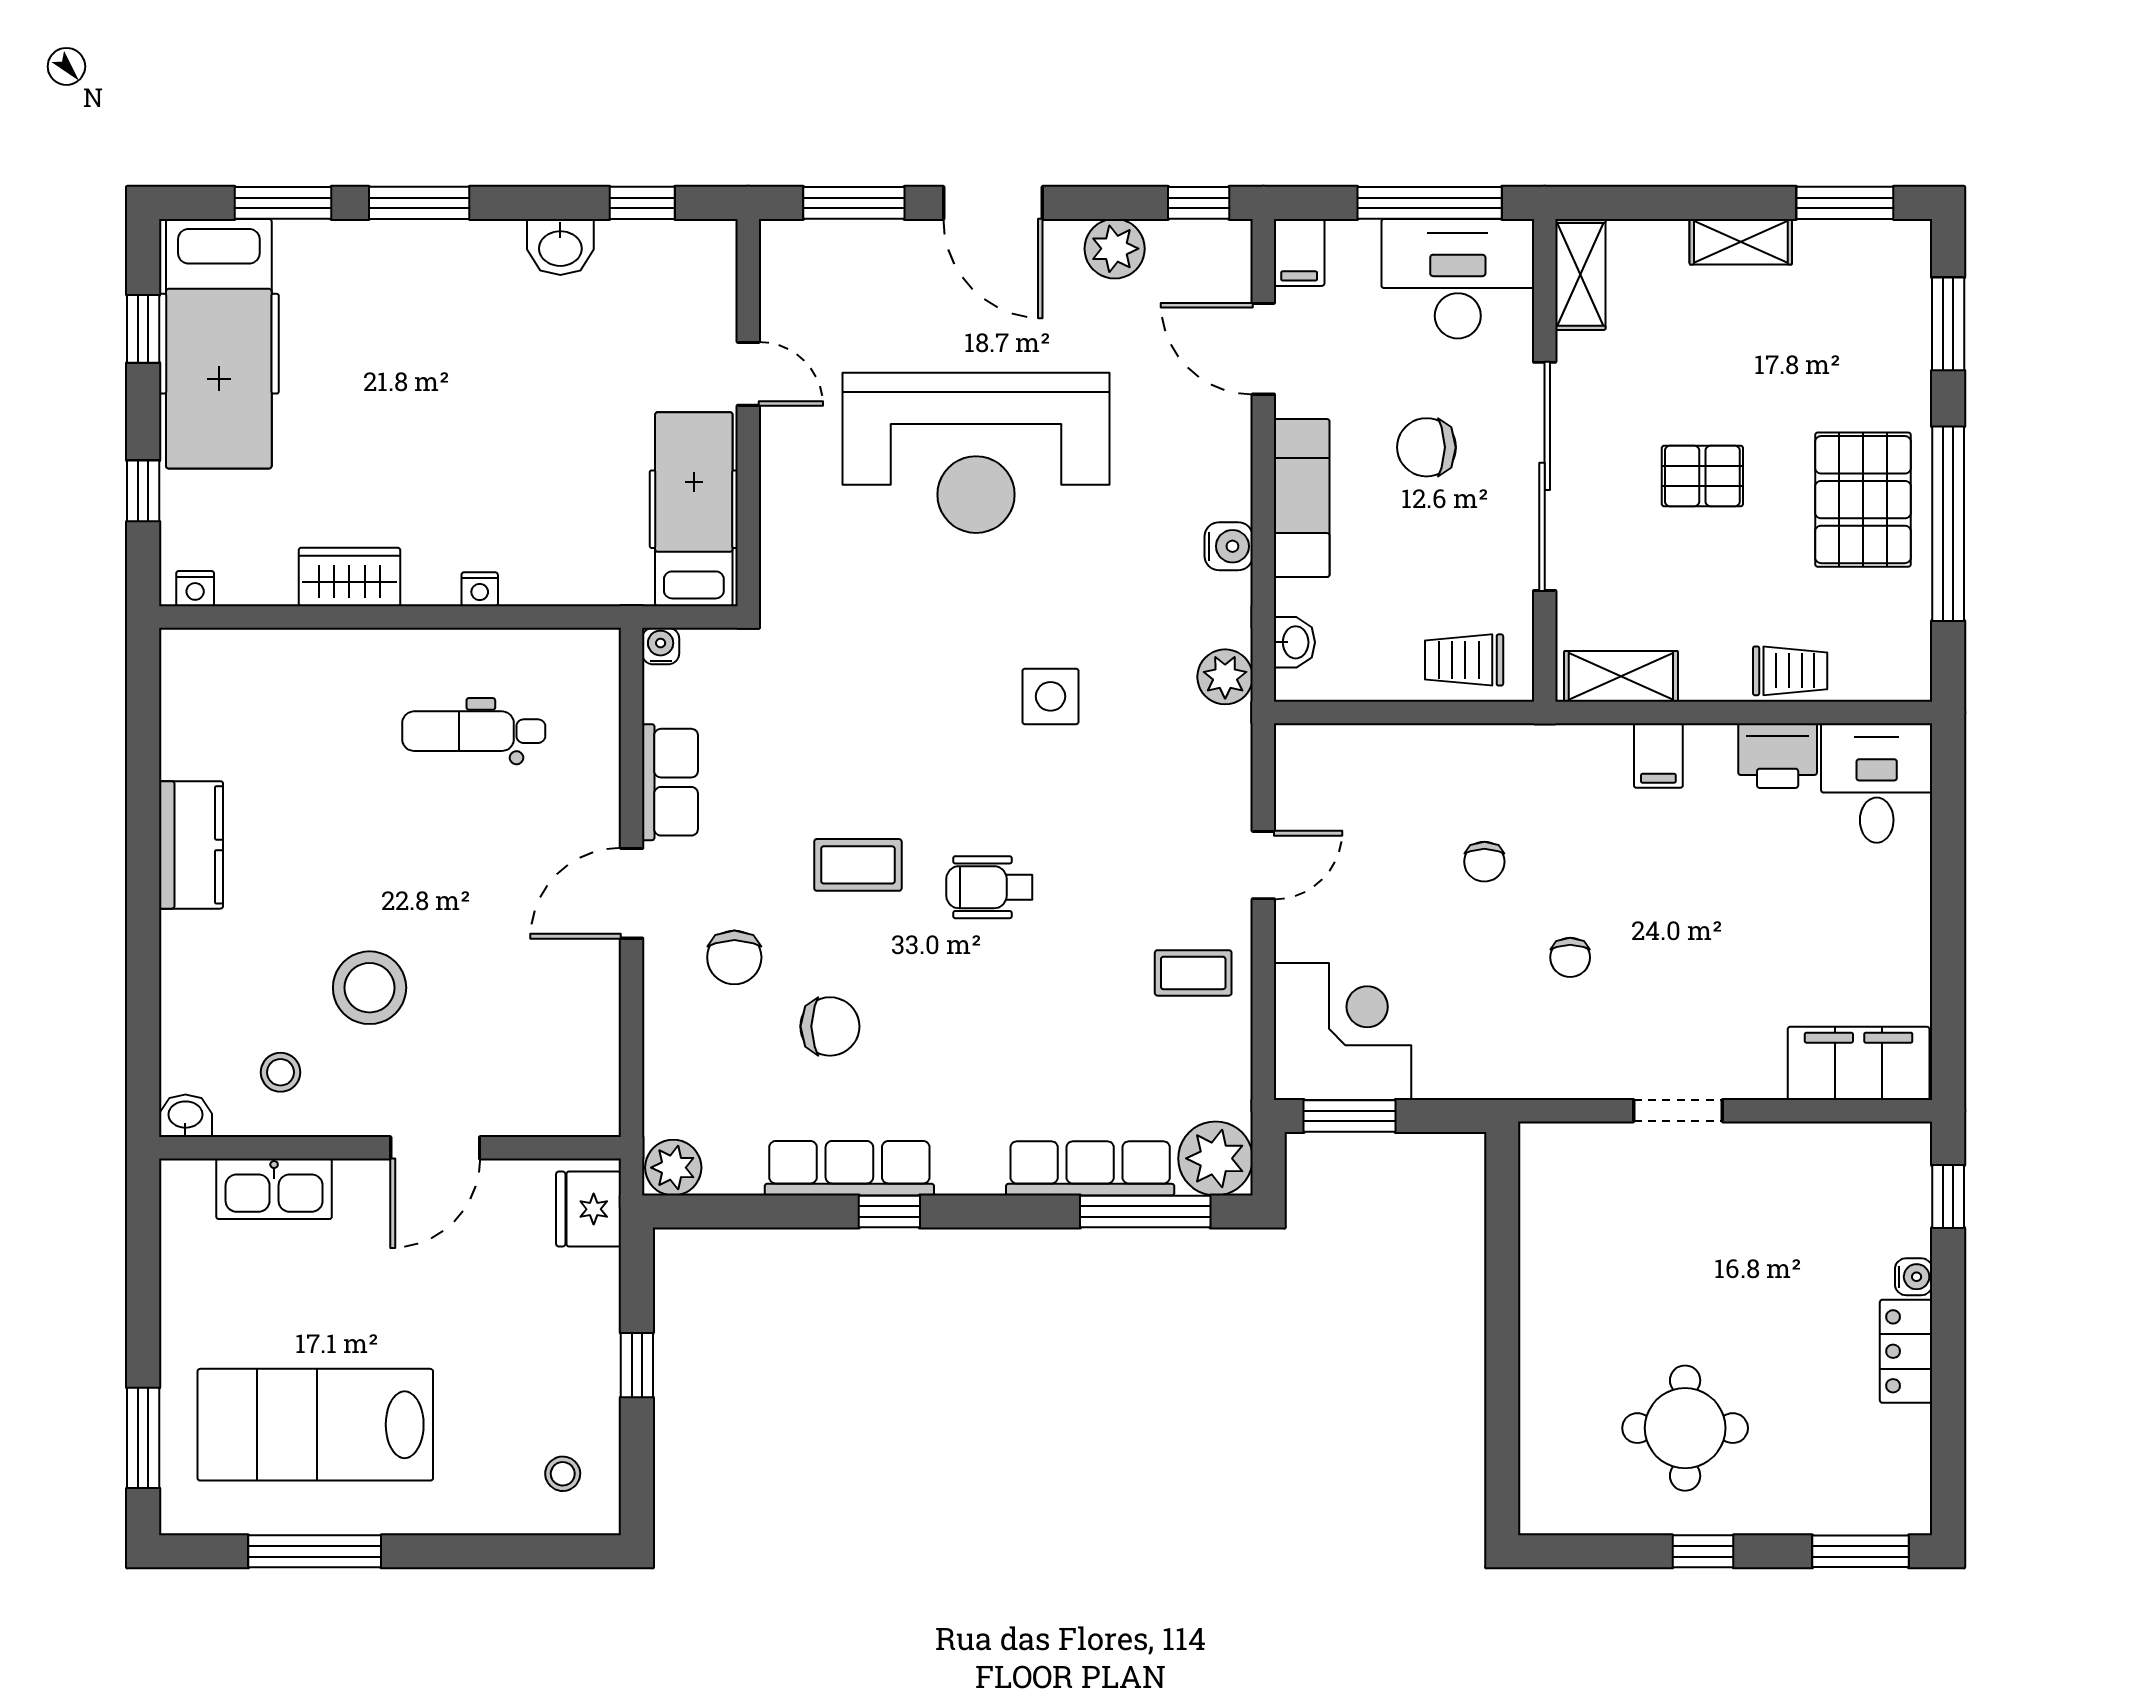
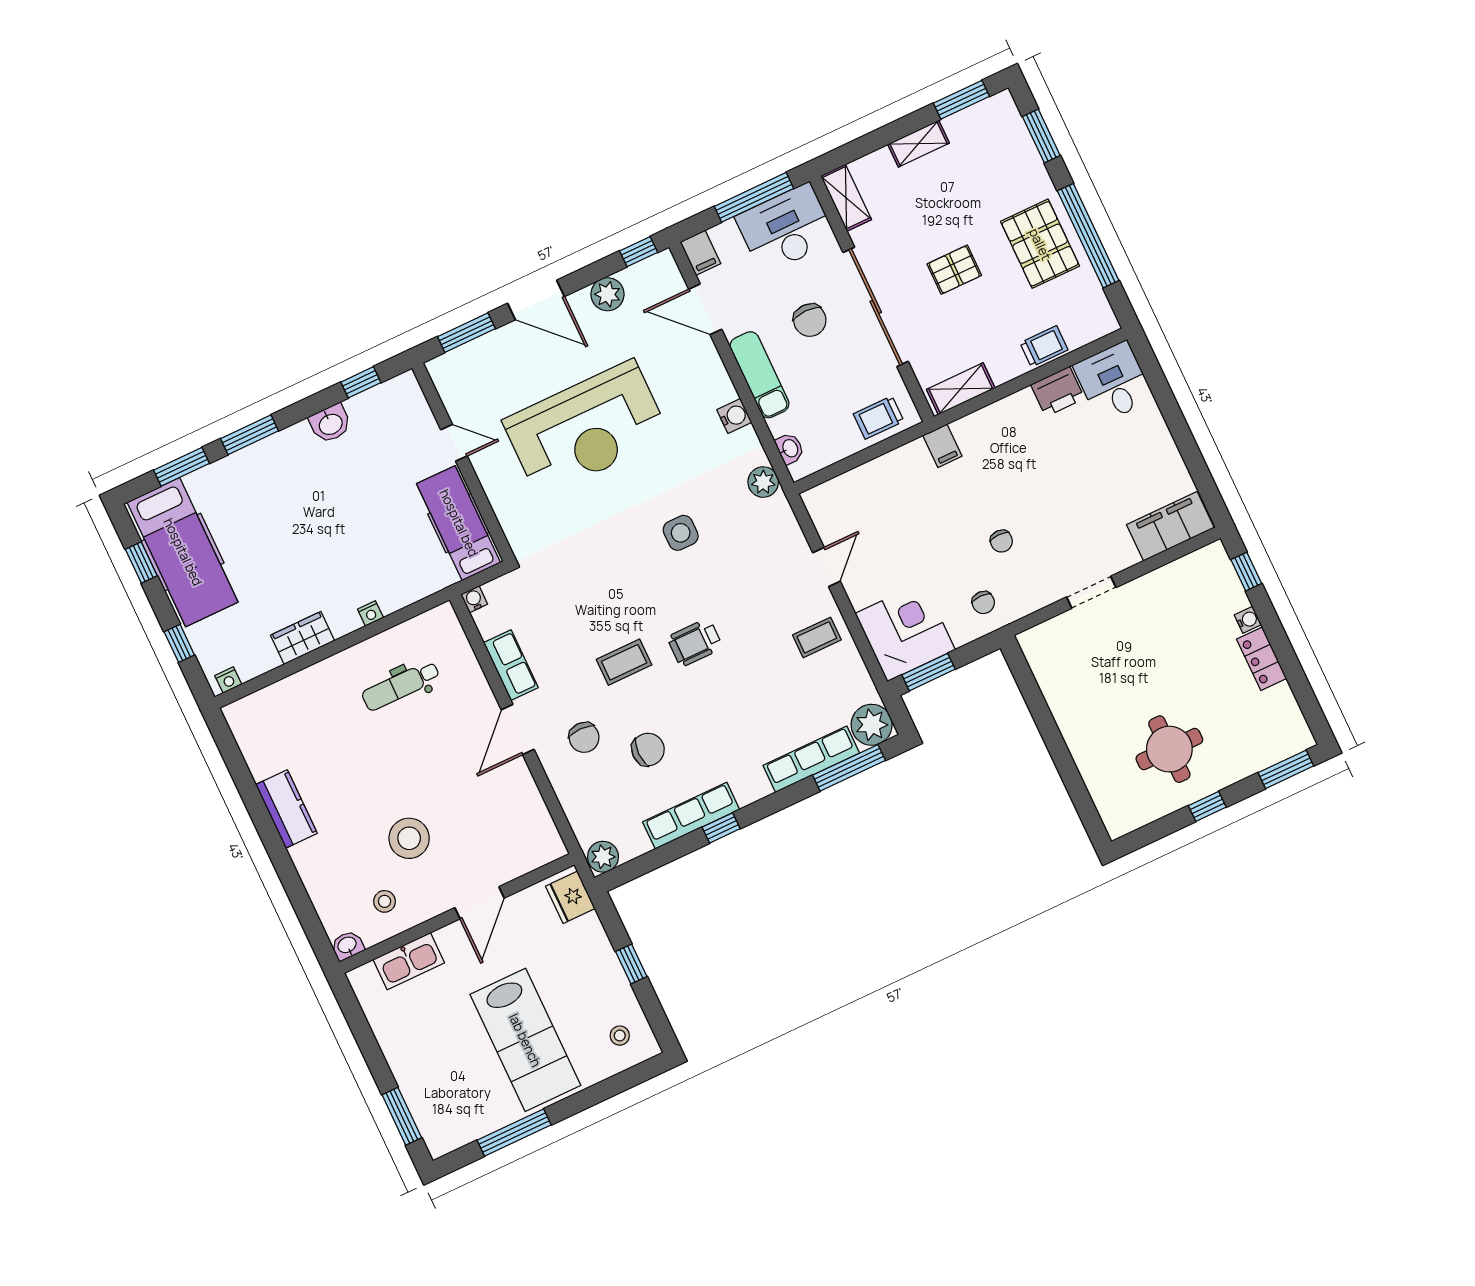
chair: (1426, 447) -> (810, 320), turned -90
filing cabinet: (1658, 756) -> (942, 446), moved
chair: (1484, 862) -> (983, 602), moved
lab bench: (315, 1425) -> (525, 1040), moved, turned -90

